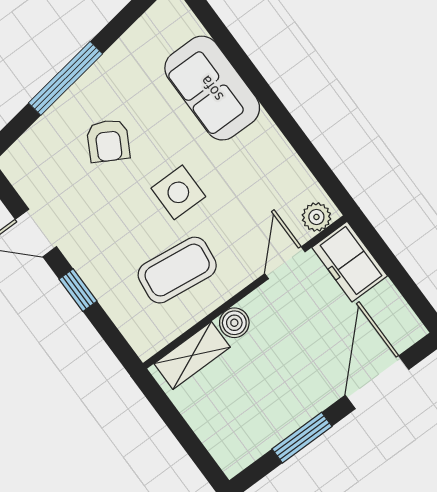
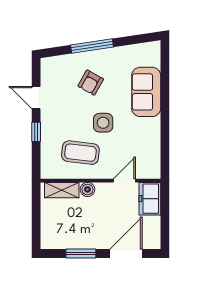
plant: (316, 217) -> (150, 172), removed

